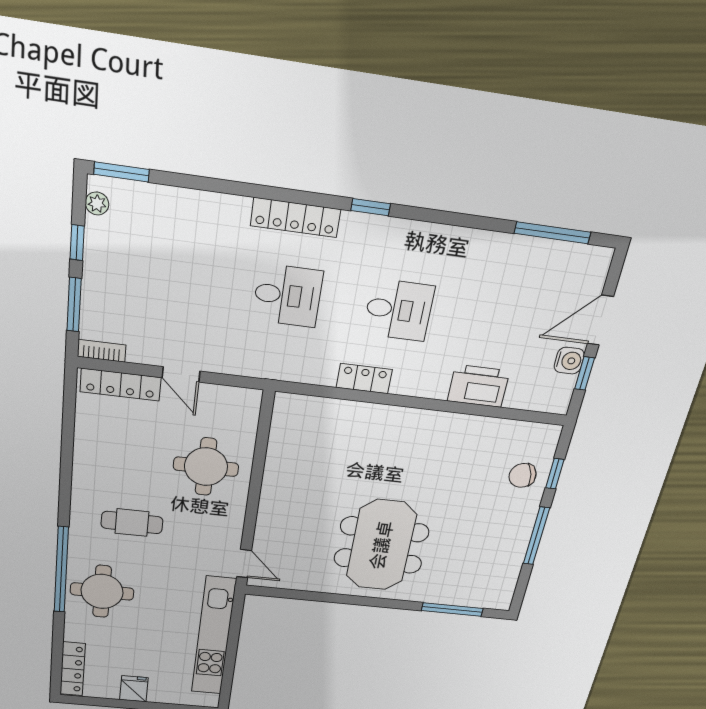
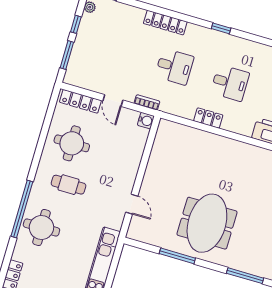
locker: (295, 218) -> (165, 23), moved
bookcase: (102, 351) -> (147, 102), moved
water cooler: (249, 400) -> (146, 121), added
round table: (206, 467) -> (72, 143), moved
door: (244, 564) -> (132, 204), moved
window: (337, 598) -> (177, 256), added

